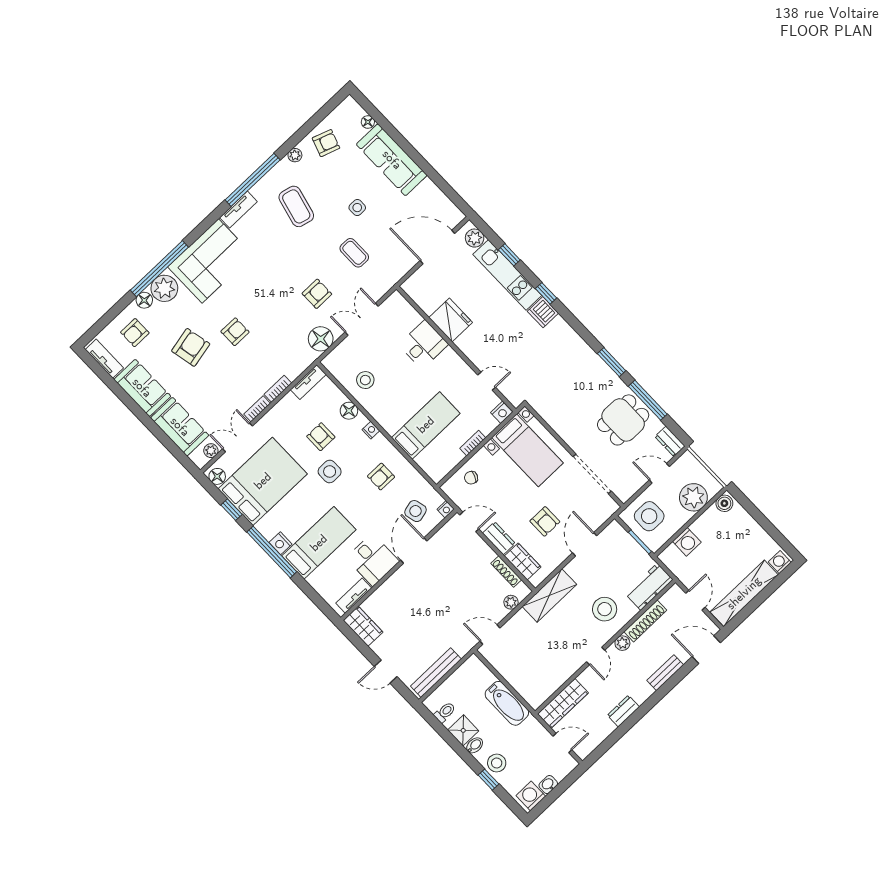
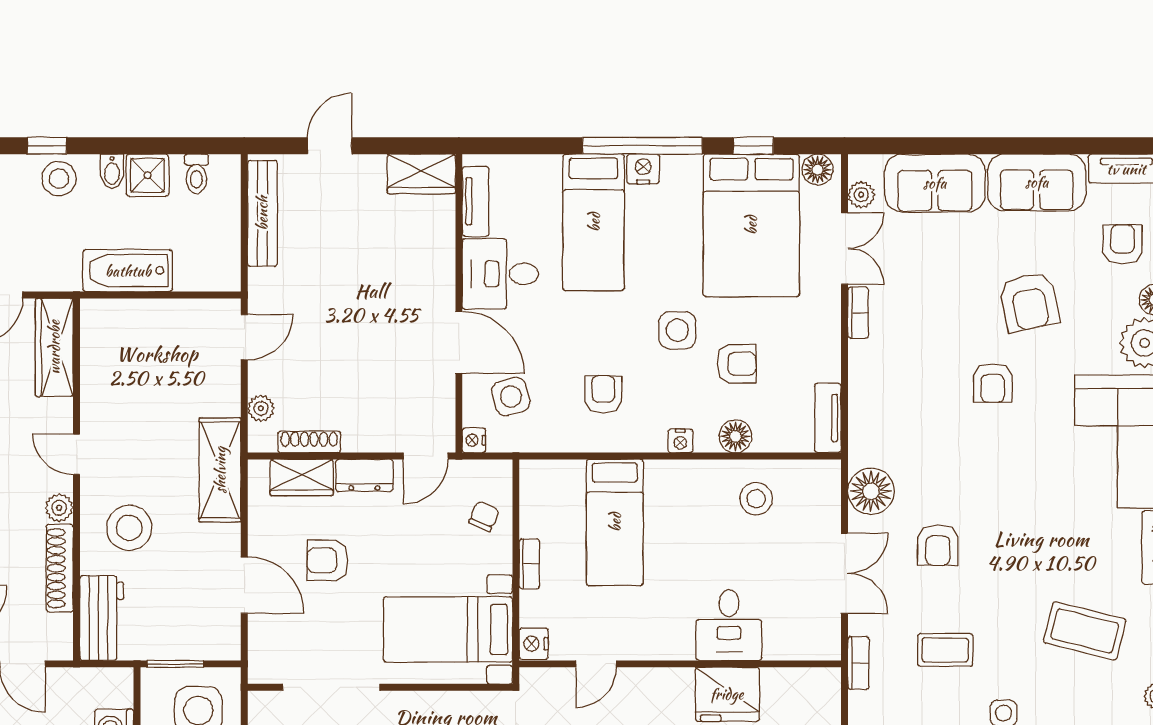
bookcase: (278, 389) -> (858, 663), moved

